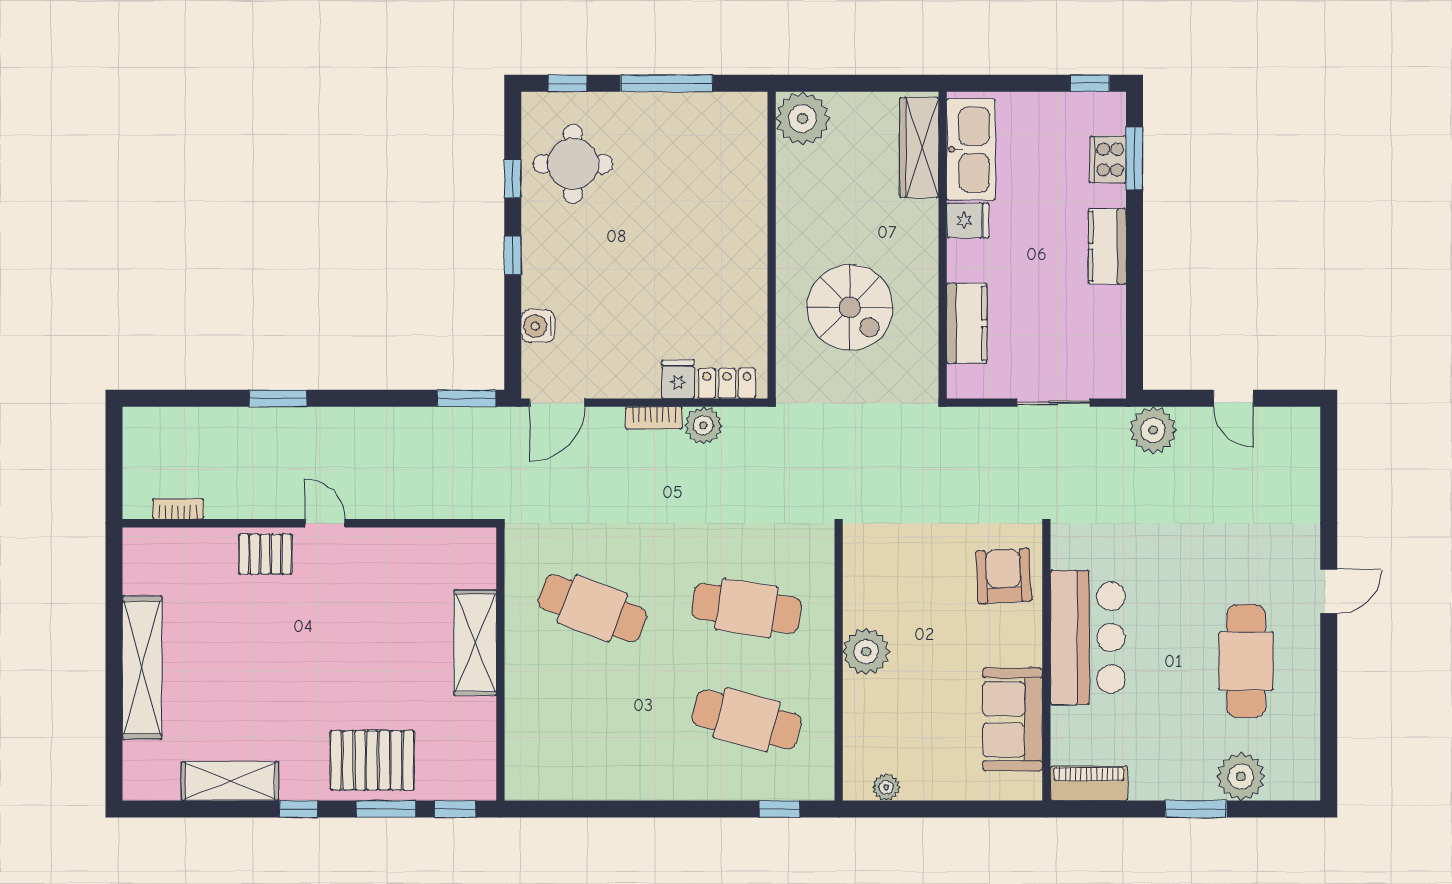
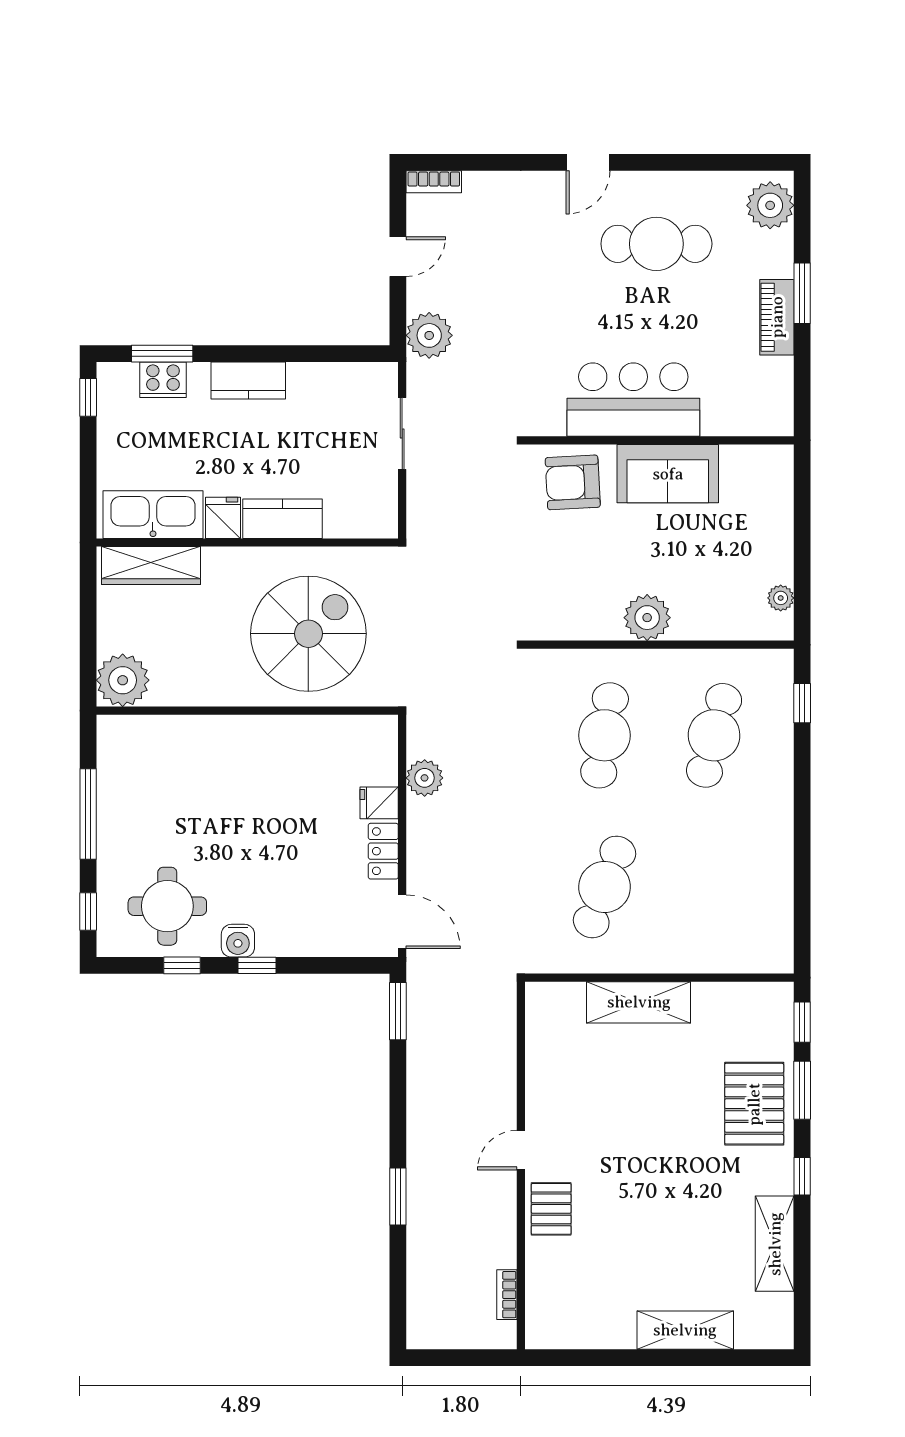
spiral stairs: (850, 307) -> (308, 634), width x1.37, depth x1.37
kitchen counter: (967, 323) -> (283, 519), moved
water cooler: (538, 326) -> (238, 941), moved
locker: (727, 383) -> (383, 851), moved
bookcase: (654, 418) -> (434, 182), moved, turned 90
door: (1329, 591) -> (588, 162), swing flipped
shelving: (142, 668) -> (685, 1330), width x0.68
sofa: (1013, 719) -> (668, 474), moved
plant: (1241, 777) -> (770, 205), moved
piano: (1089, 783) -> (777, 317), moved

